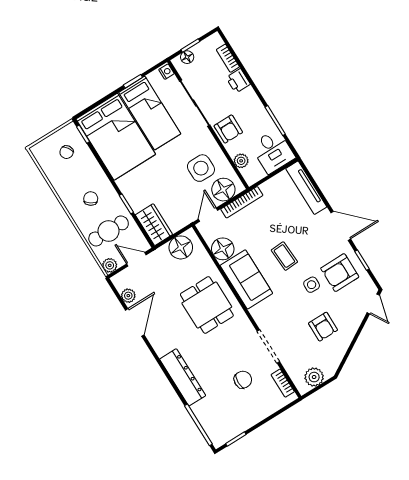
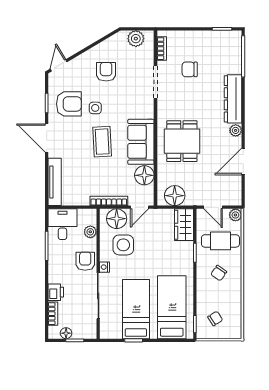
floor lamp: (187, 57) -> (66, 333), moved
nightstand: (166, 72) -> (104, 267), moved
bed: (116, 137) -> (172, 307), width x0.67
coffee table: (284, 256) -> (102, 142), width x1.36, depth x1.30
plant: (128, 296) -> (236, 130), moved

